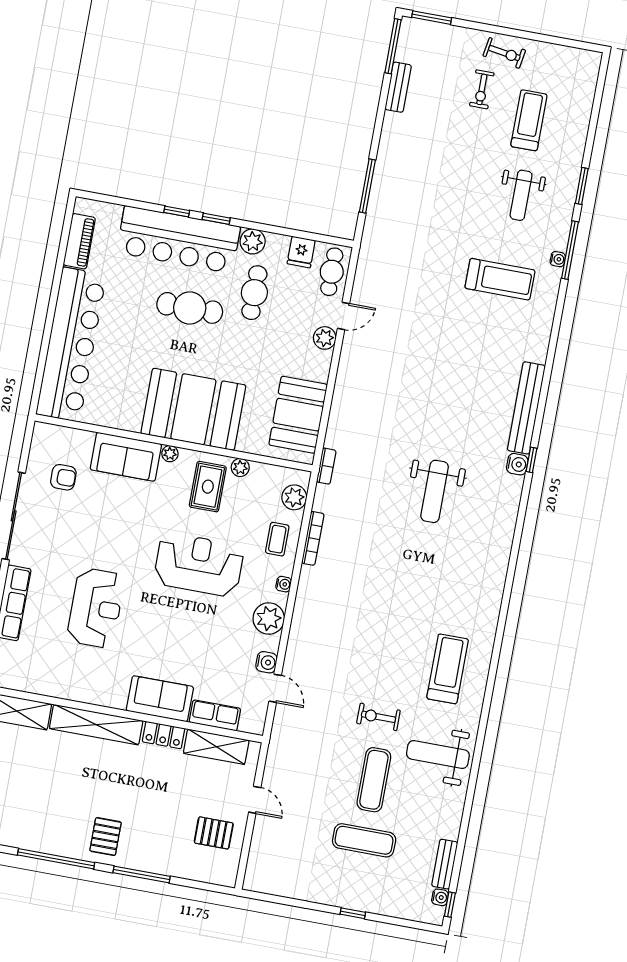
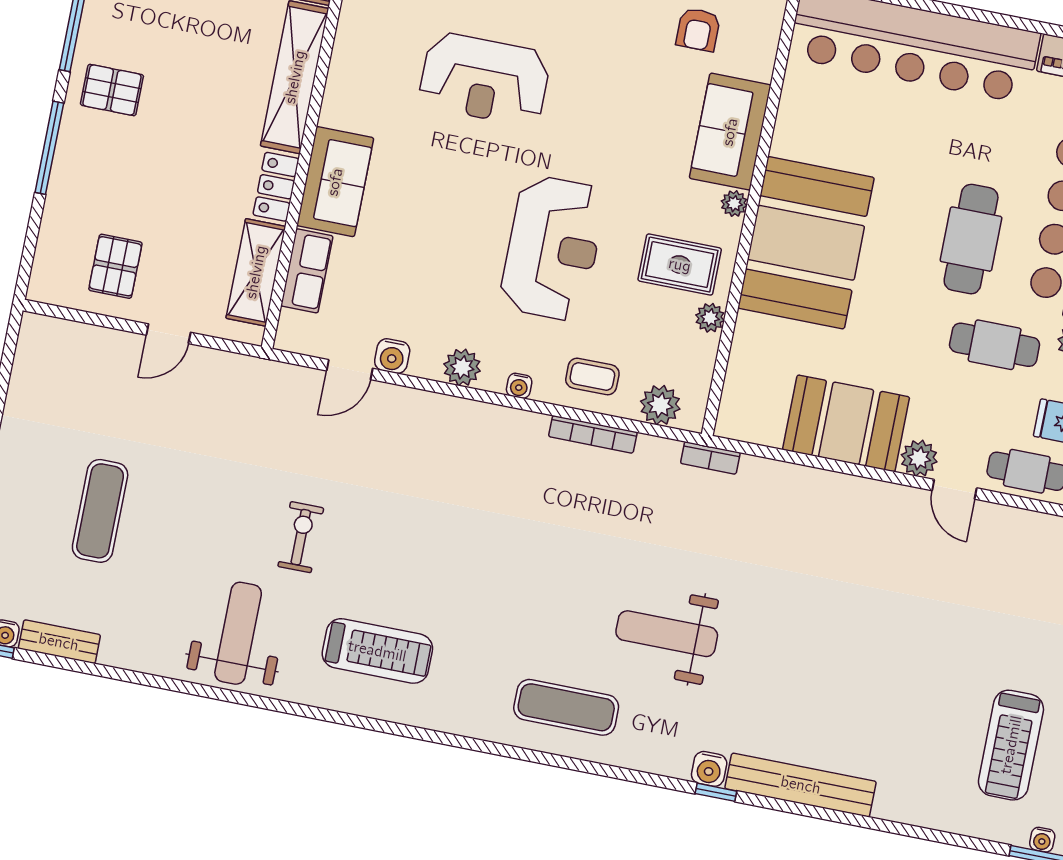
booth: (298, 415) -> (846, 423), moved
plant: (269, 619) -> (462, 367), width x0.73, depth x0.73
exercise mat: (374, 780) -> (566, 707), moved

